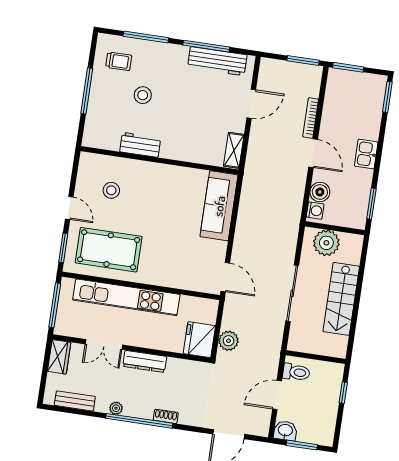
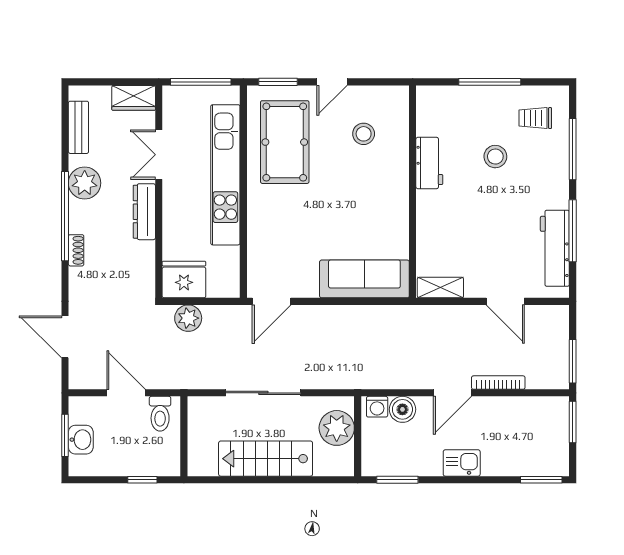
trolley: (119, 61) -> (535, 118), turned 90
plant: (116, 408) -> (85, 183), width x1.88, depth x1.88
washbasin: (285, 431) -> (81, 440), moved

